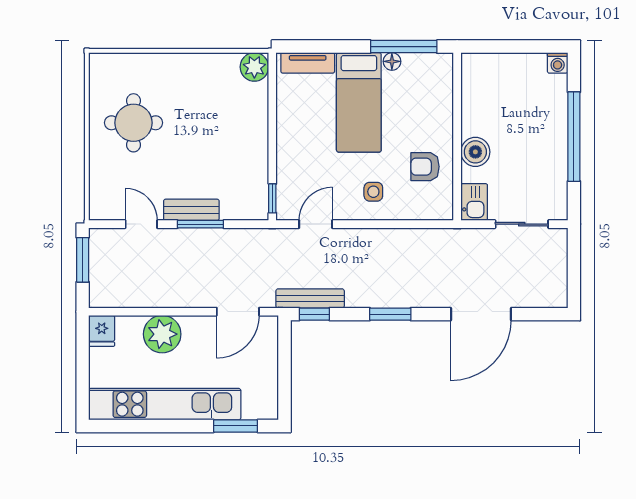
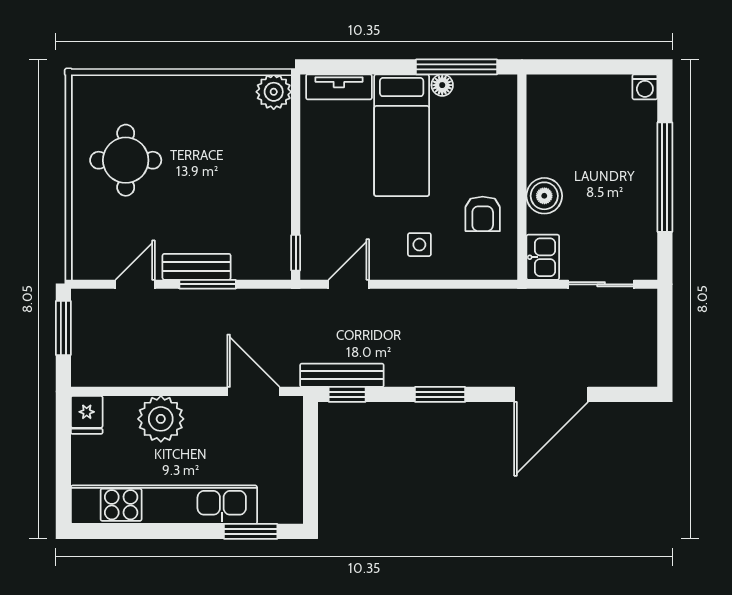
armchair: (425, 167) -> (483, 214), turned -90
door: (141, 224) -> (135, 284), hinge flipped
door: (238, 312) -> (253, 391), swing flipped

